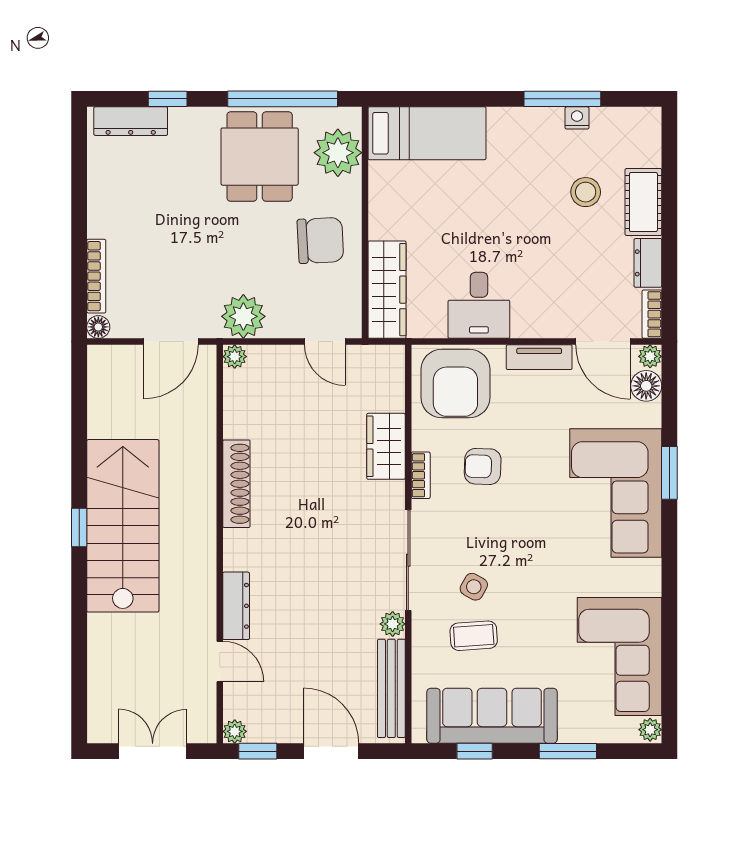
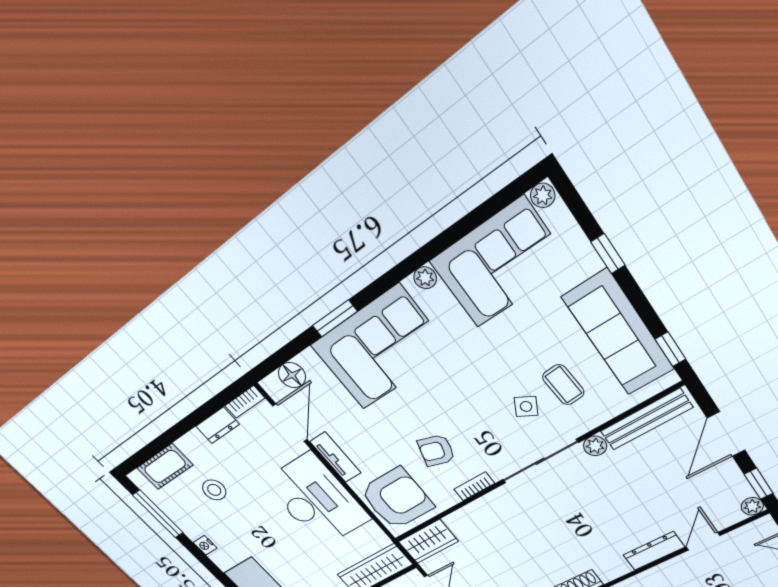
window: (562, 99) -> (158, 514), moved
nightstand: (577, 118) -> (205, 545), moved
cot: (643, 202) -> (165, 467), moved
desk: (479, 305) -> (317, 500), width x1.87, depth x1.30
plant: (650, 356) -> (425, 278), moved
wardrobe: (386, 446) -> (428, 541), moved
armchair: (483, 466) -> (436, 450), turned 105
window: (475, 751) -> (670, 349), moved
window: (568, 751) -> (608, 254), width x0.67

